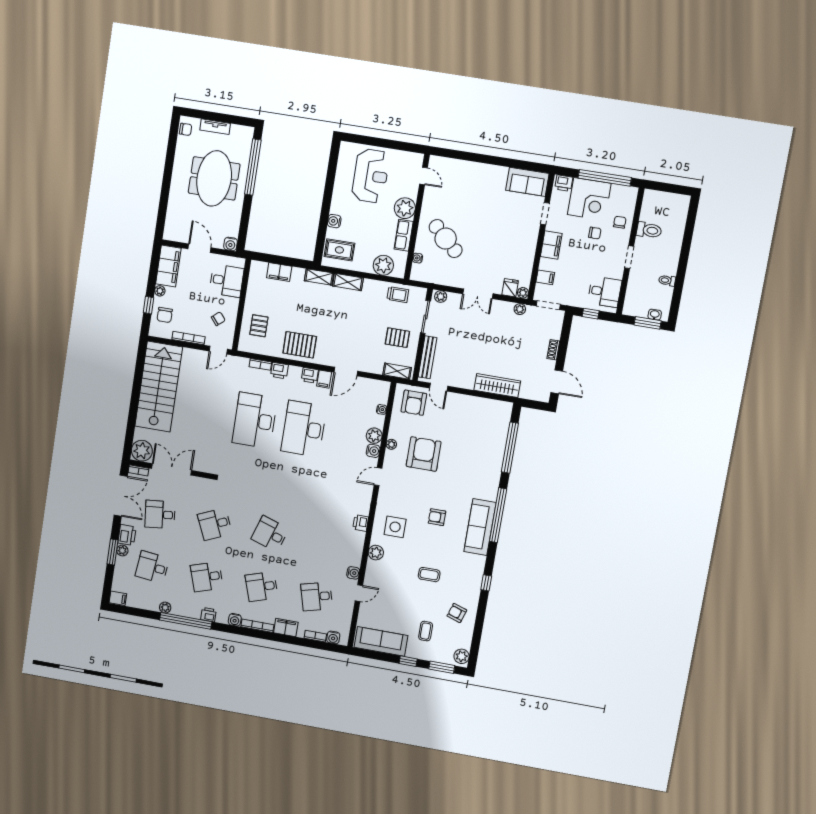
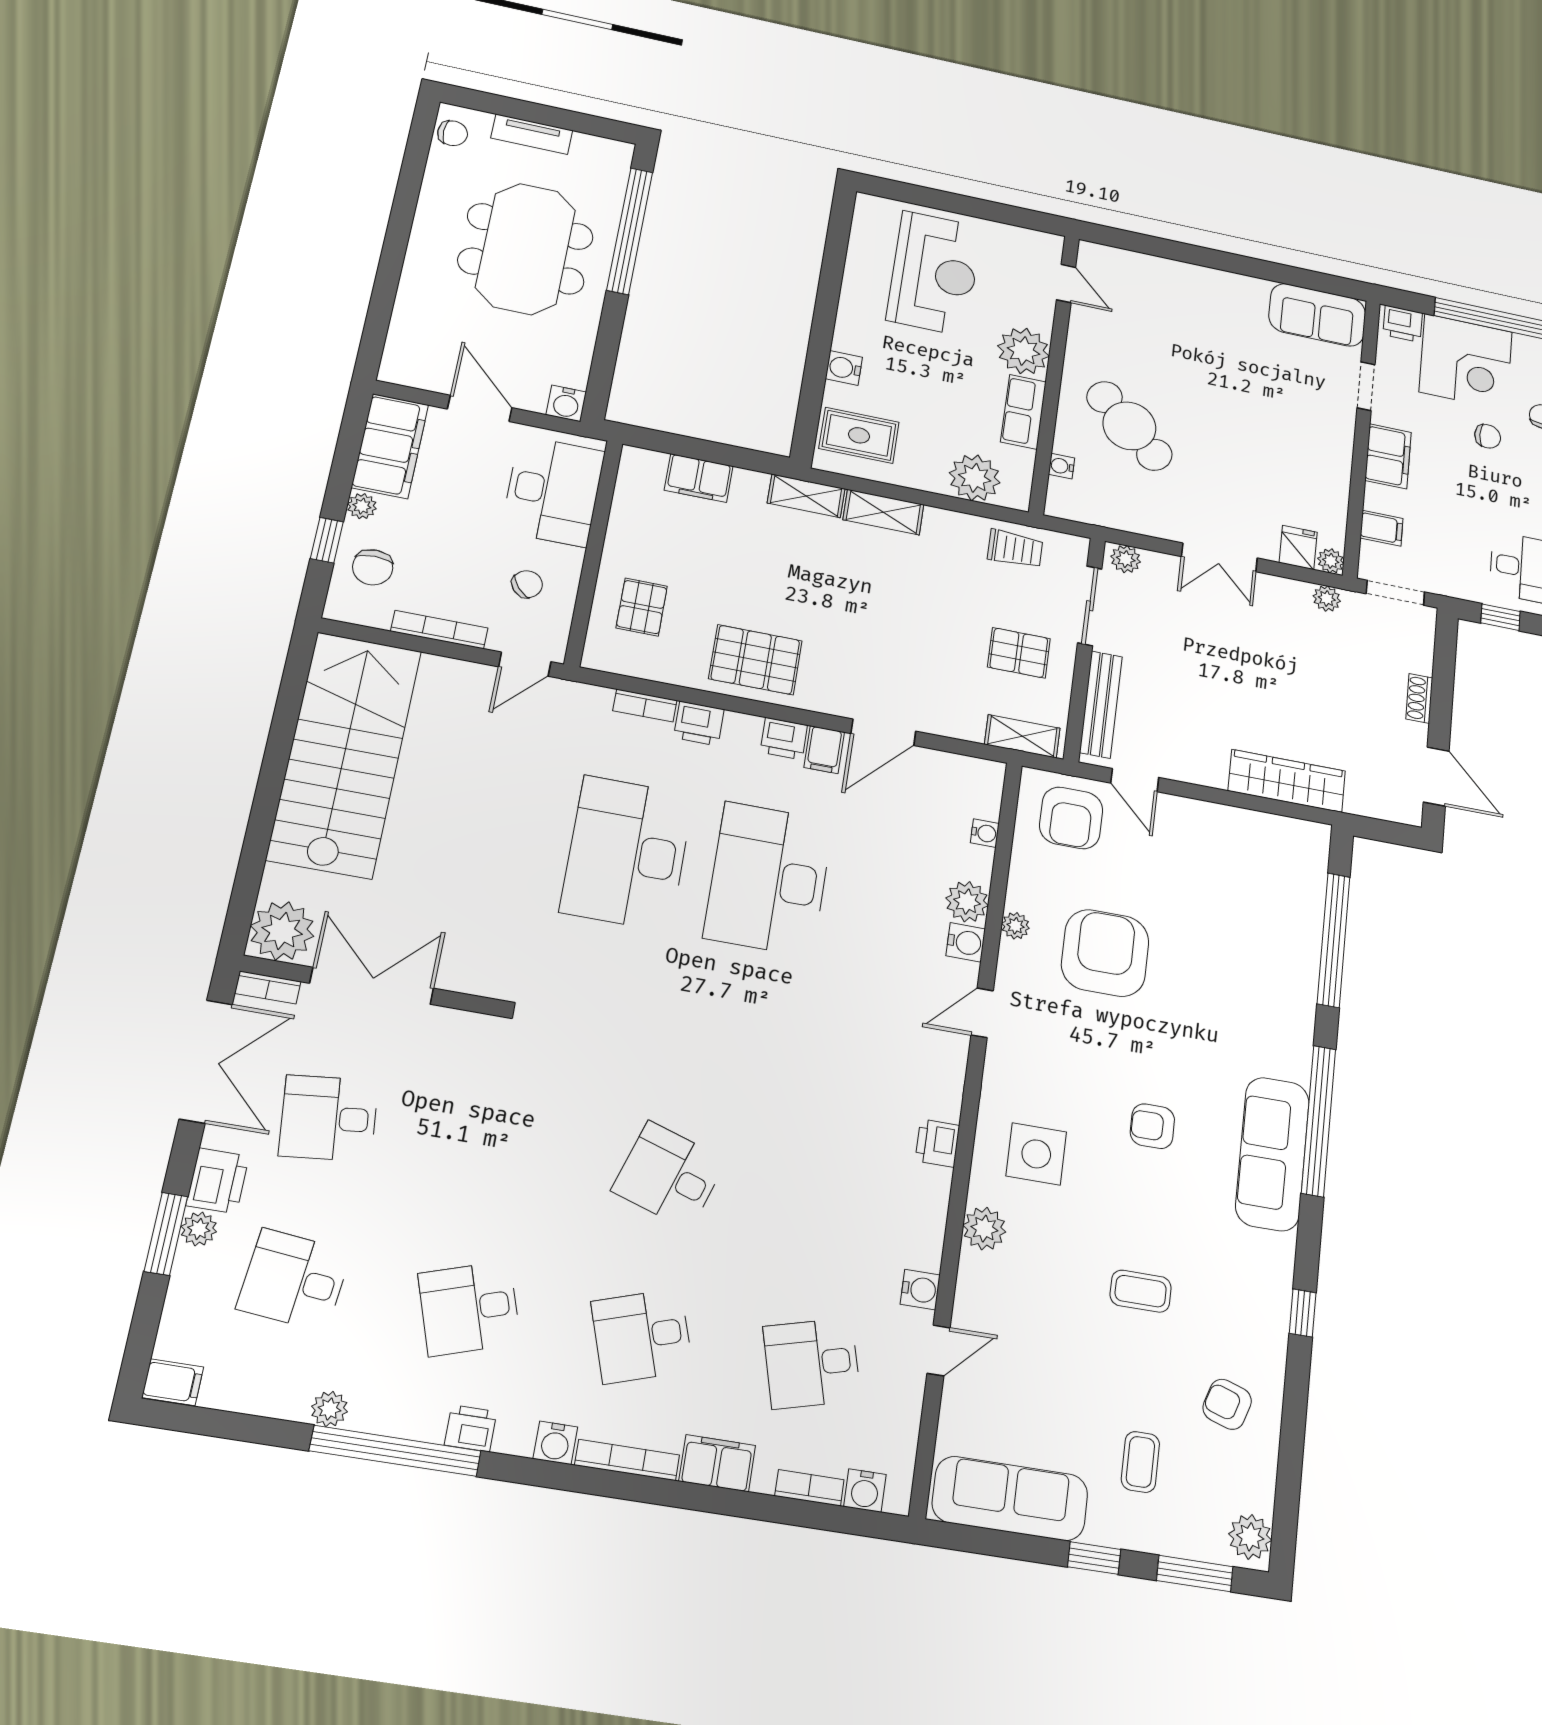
desk: (227, 281) -> (553, 491), width x1.37
desk: (215, 524) -> (500, 1147), removed

